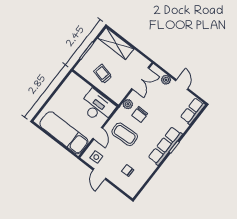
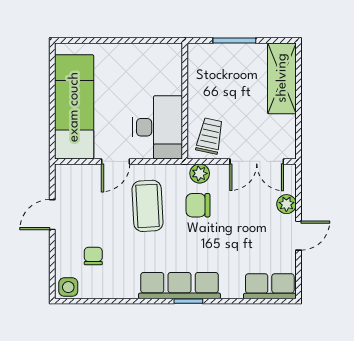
trolley: (103, 74) -> (210, 136), moved
side table: (96, 157) -> (68, 287), moved

